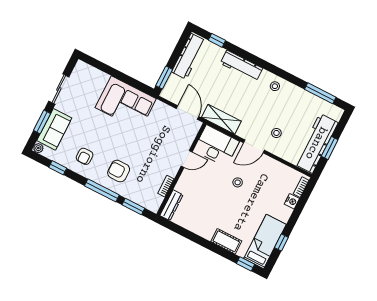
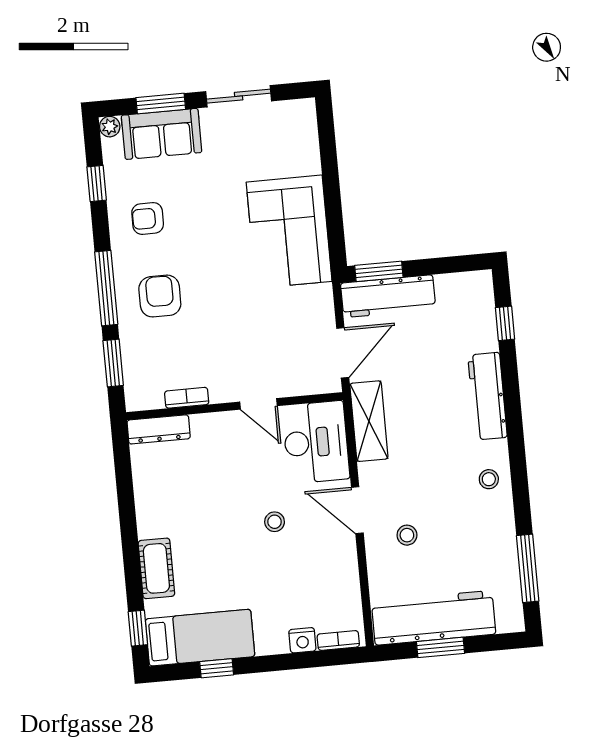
workbench: (189, 56) -> (388, 296), moved

